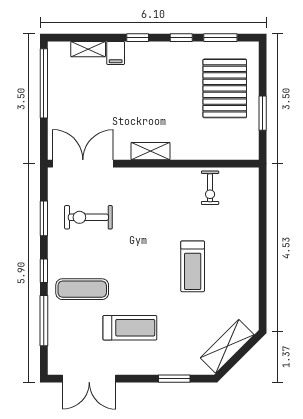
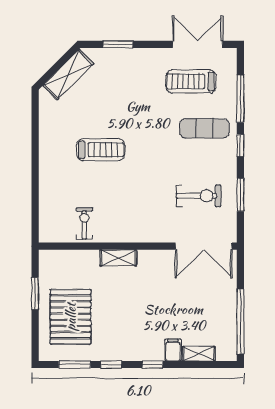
shelving: (150, 151) -> (118, 258), moved
treadmill: (193, 266) -> (101, 150), turned 90
treadmill: (130, 328) -> (191, 81), moved

